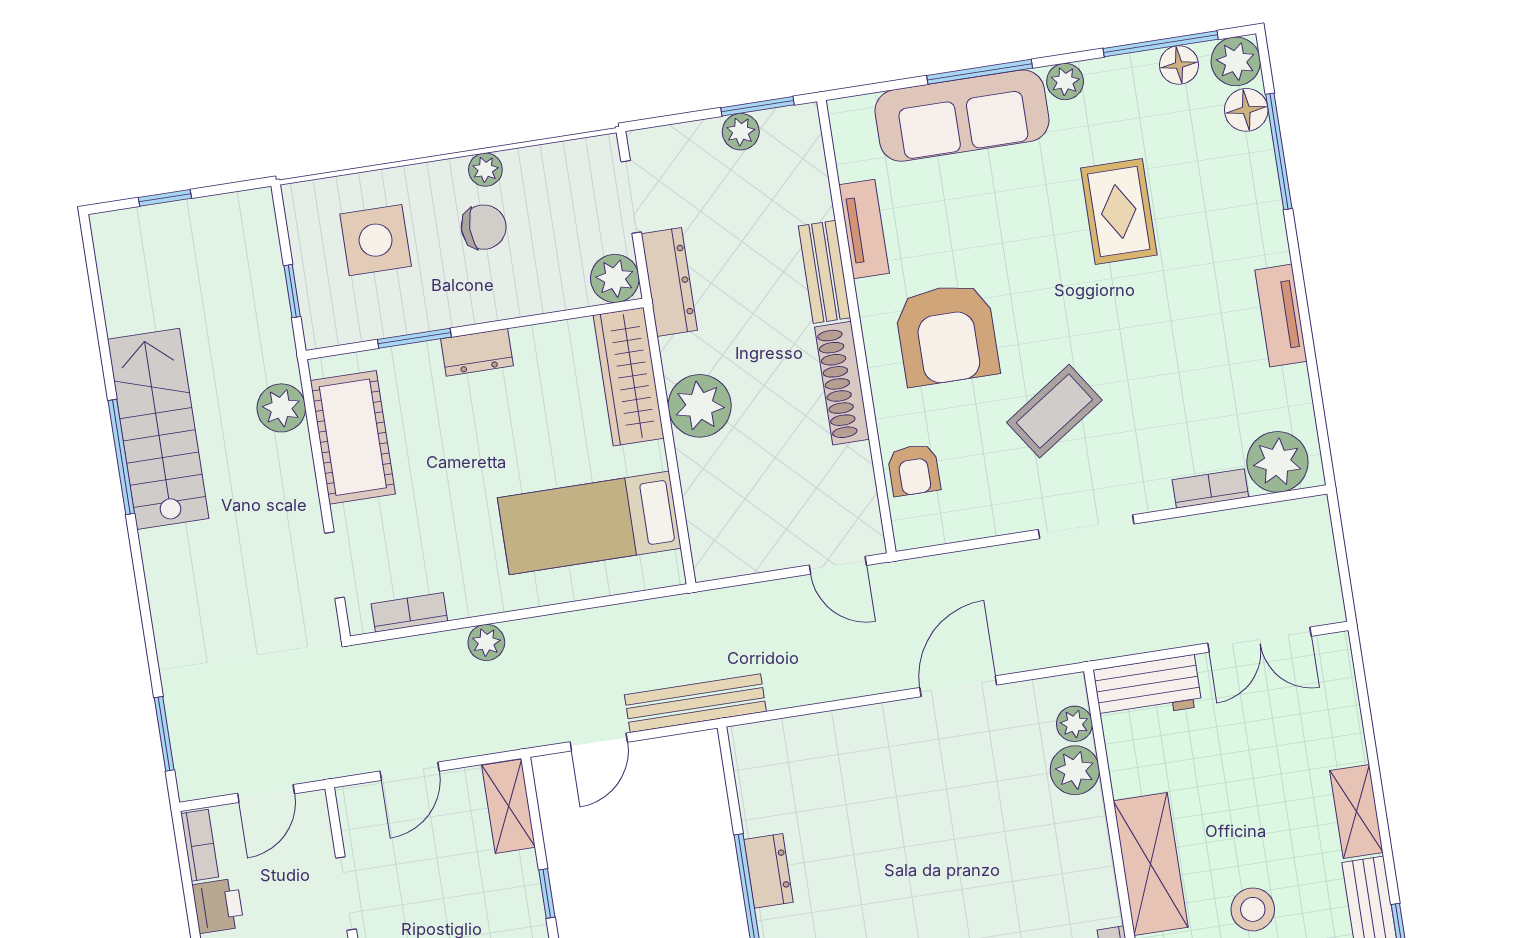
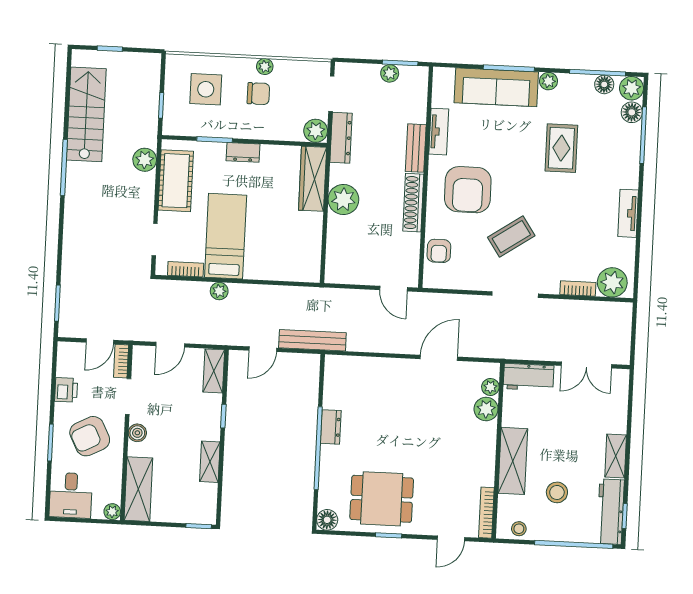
stairs: (158, 429) -> (86, 114), moved
bed: (589, 523) -> (226, 236), moved, turned 90
bookcase: (200, 845) -> (121, 361), moved, turned 180

